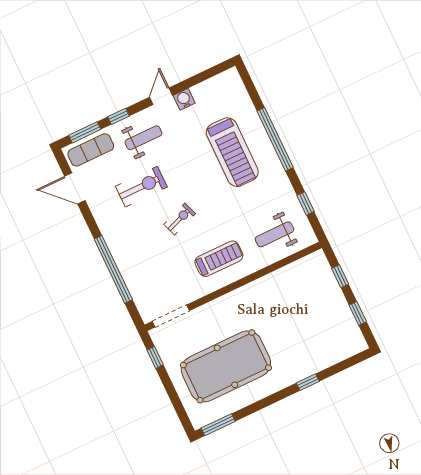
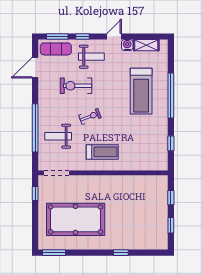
shelving: (210, 87) -> (146, 45), added
exercise bike: (141, 187) -> (76, 86), turned 180
door: (75, 188) -> (35, 68), hinge flipped
weight bench: (275, 234) -> (58, 136), moved

